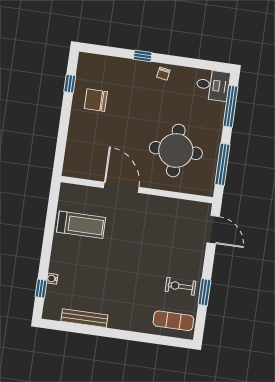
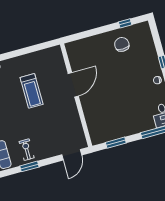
round table: (176, 150) -> (112, 109), removed
window: (222, 164) -> (116, 143), width x0.69
treadmill: (81, 225) -> (32, 91), moved

